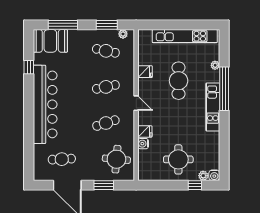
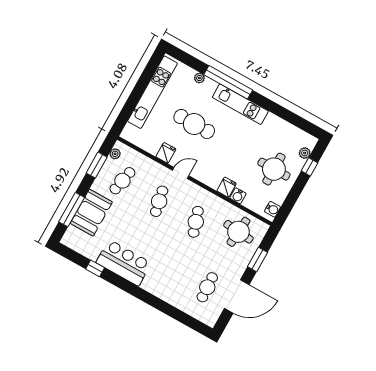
booth: (50, 41) -> (91, 213), moved
door: (136, 103) -> (181, 173), moved
bar counter: (45, 104) -> (124, 263), width x0.54
water cooler: (214, 175) -> (273, 209), moved

